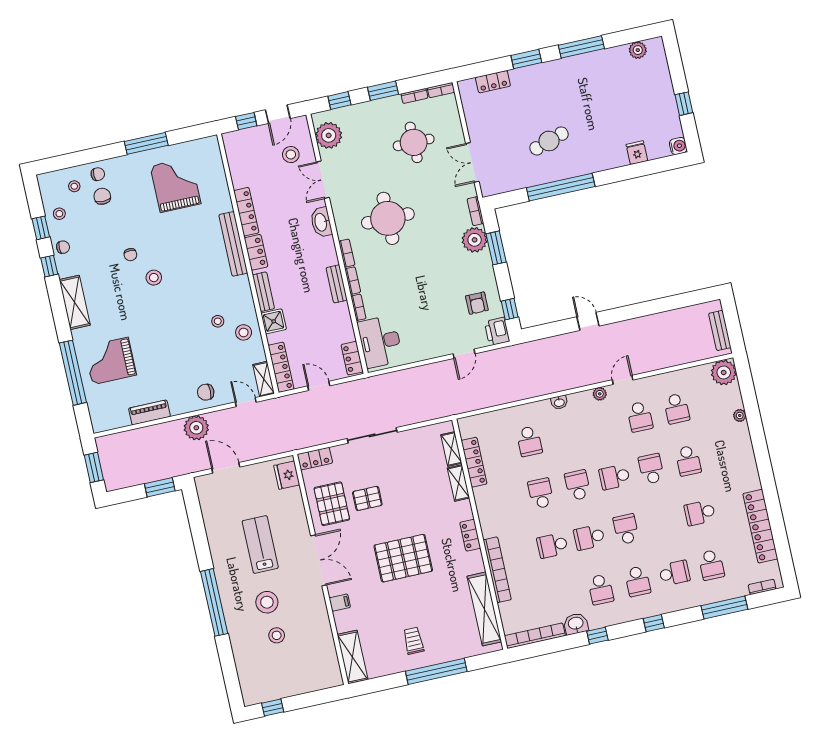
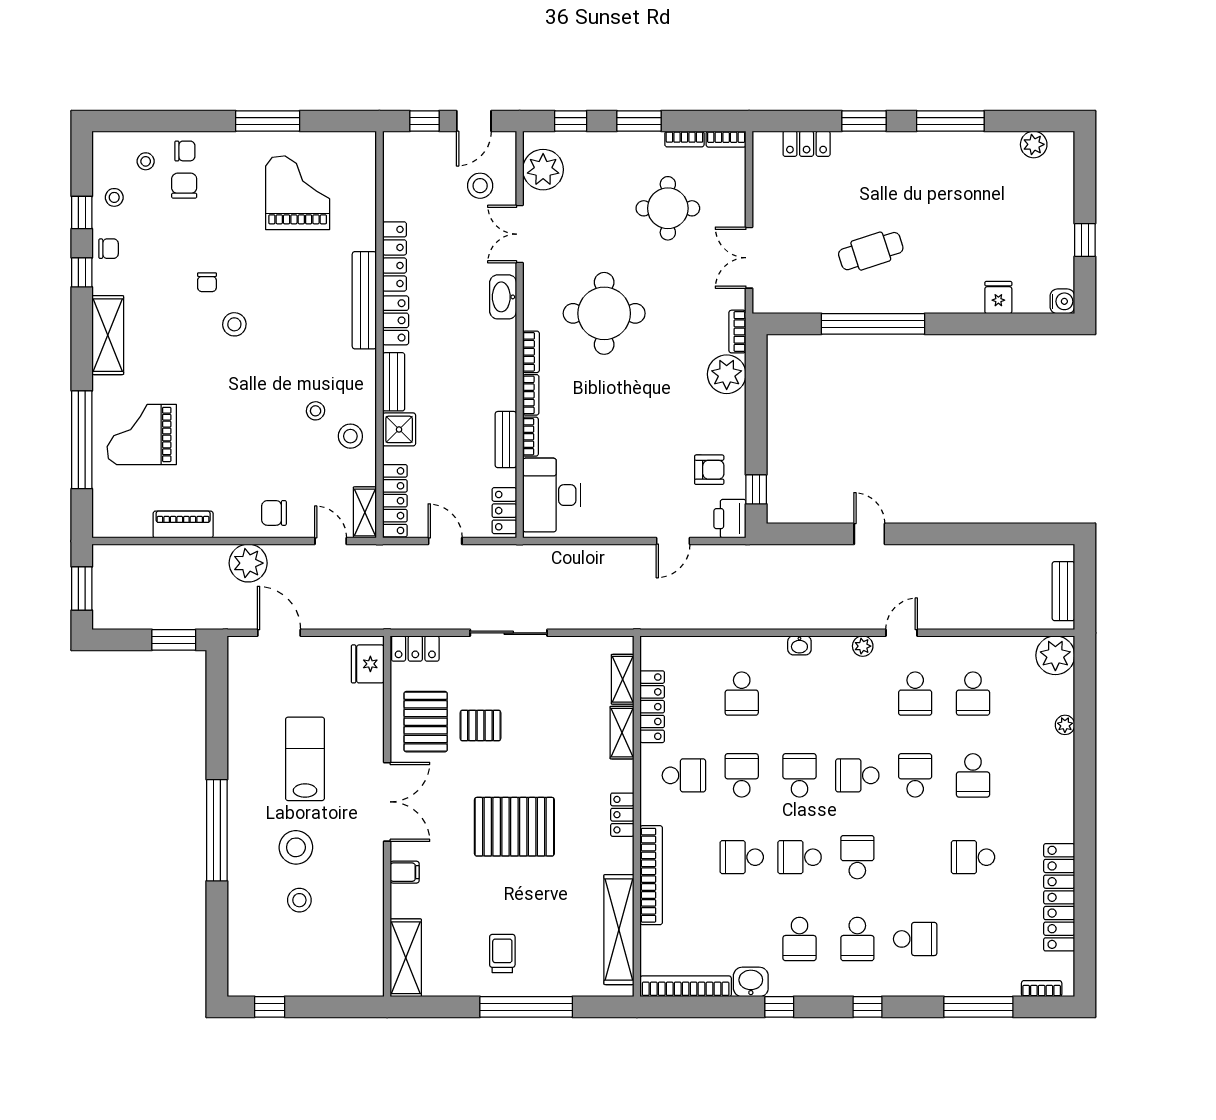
window: (496, 248) -> (756, 393), removed
bench: (337, 284) -> (506, 440), moved
armchair: (477, 303) -> (709, 470), turned -90
school desk: (711, 565) -> (684, 775), moved, turned -90

